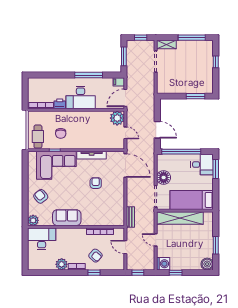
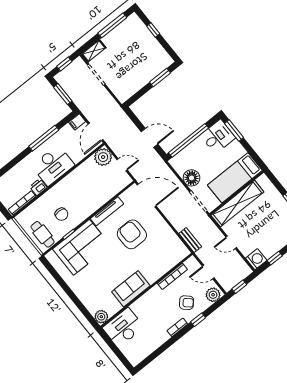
armchair: (96, 183) -> (132, 234), width x1.88, depth x1.88
armchair: (41, 196) -> (90, 288), removed
plant: (62, 264) -> (213, 295), moved

